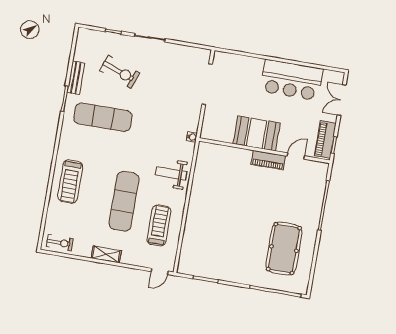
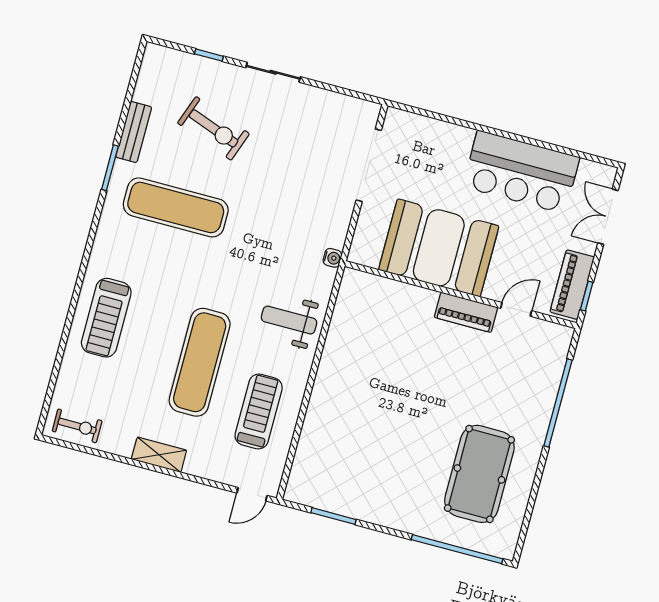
booth: (257, 133) -> (439, 248), width x1.36, depth x1.42

